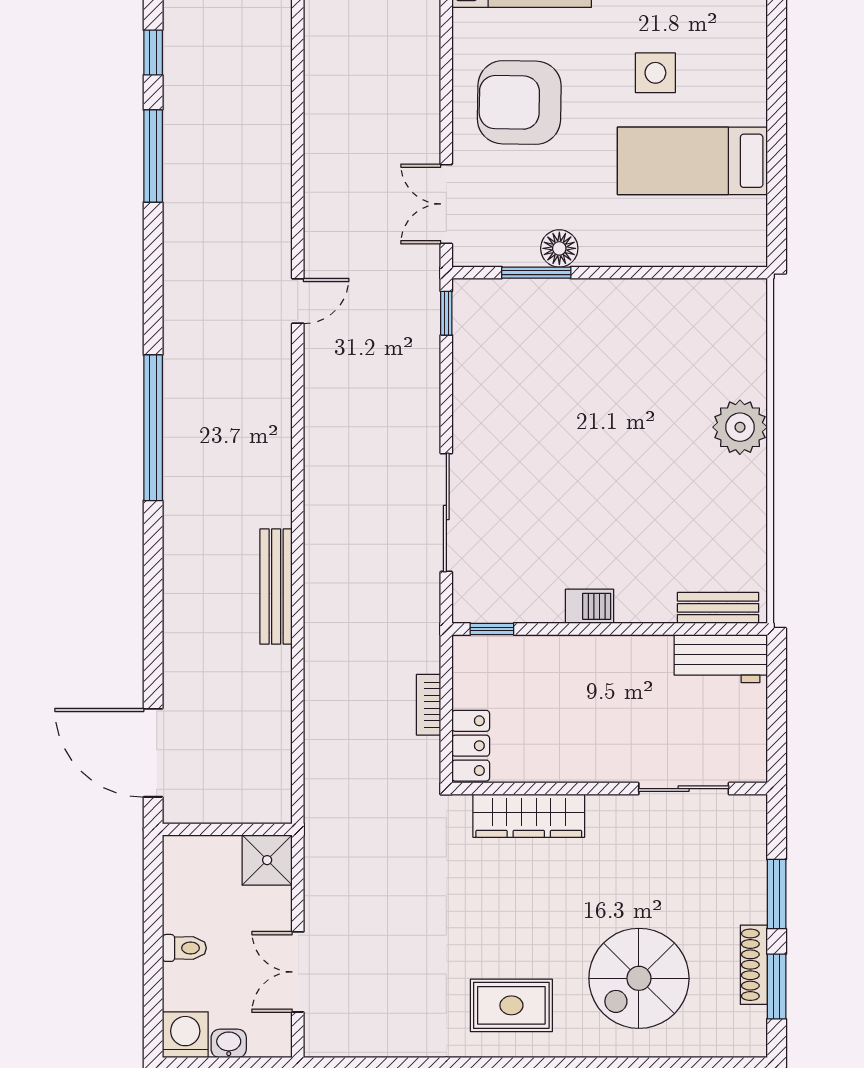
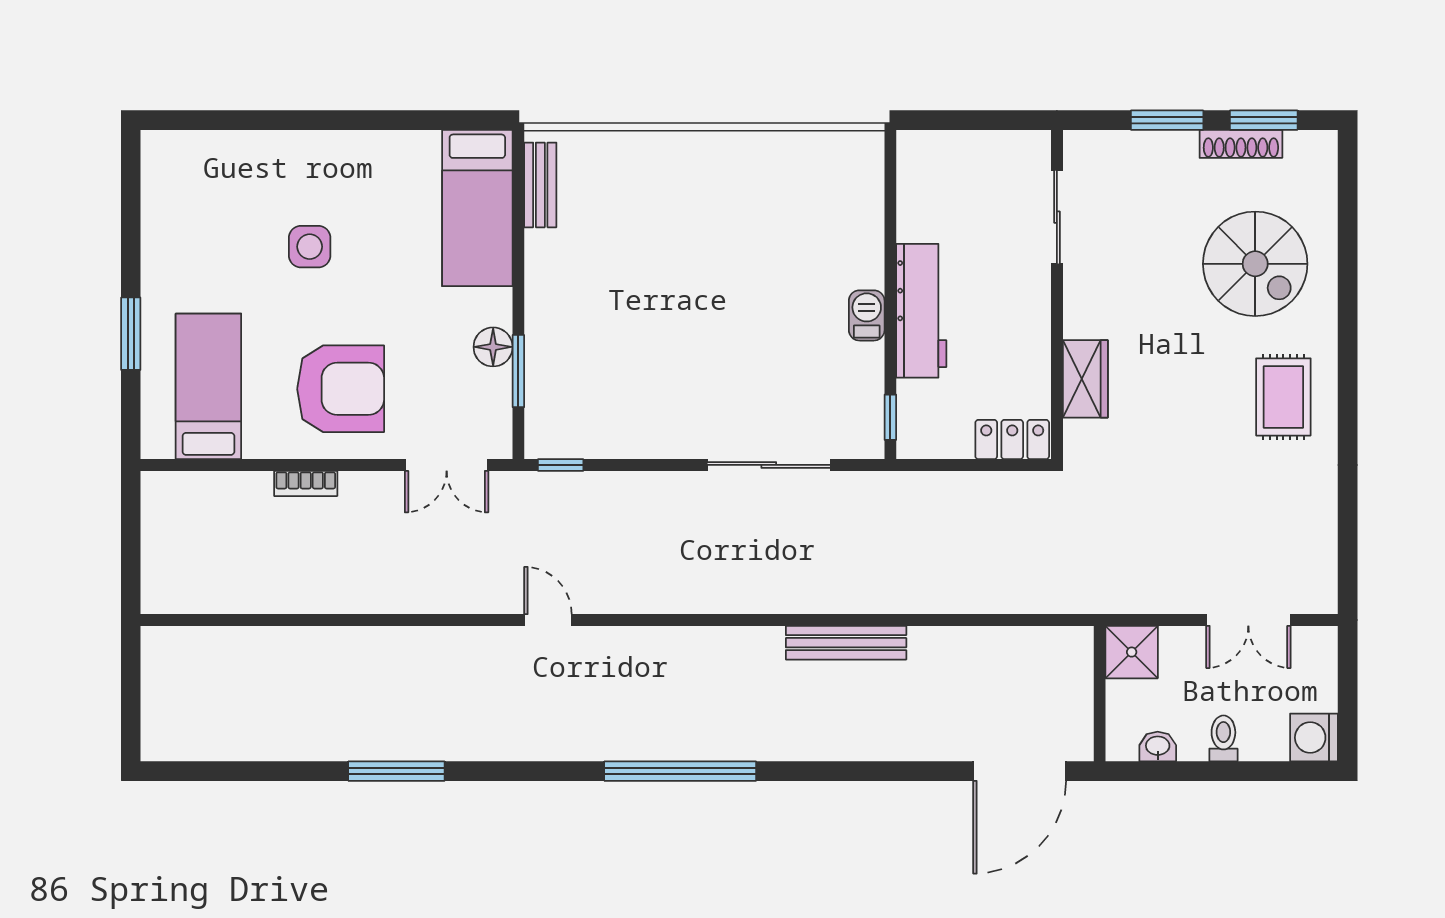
window: (153, 52) -> (288, 771), removed
armchair: (519, 102) -> (341, 389), turned -91
bed: (692, 161) -> (477, 208), moved
plant: (740, 427) -> (680, 158), removed
bench: (718, 608) -> (540, 185), moved
workbench: (721, 659) -> (921, 311), moved, width x1.37
bookcase: (429, 705) -> (306, 483), moved
wardrobe: (529, 816) -> (1085, 379), width x0.67
washbasin: (229, 1043) -> (1158, 747), moved, turned 90

